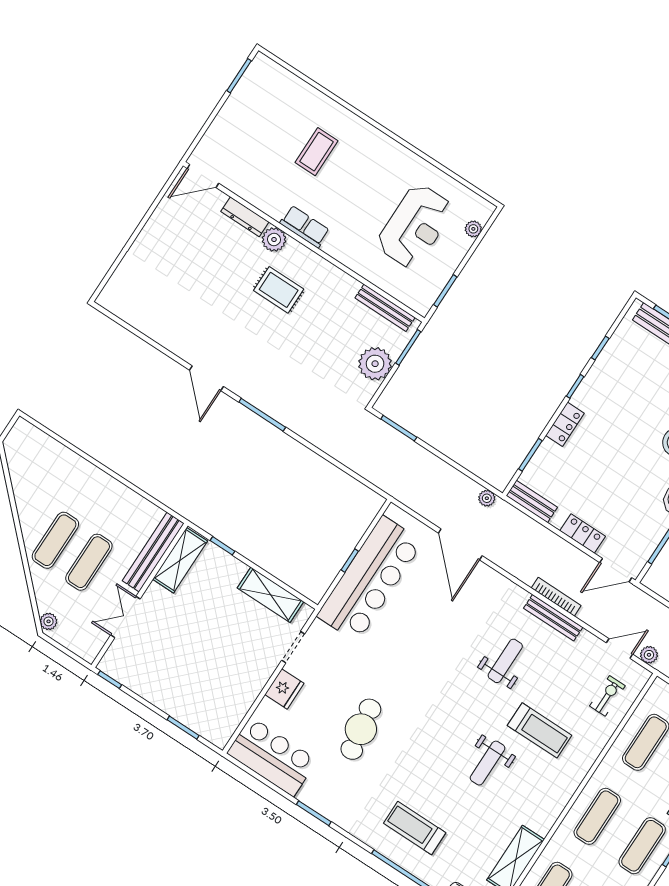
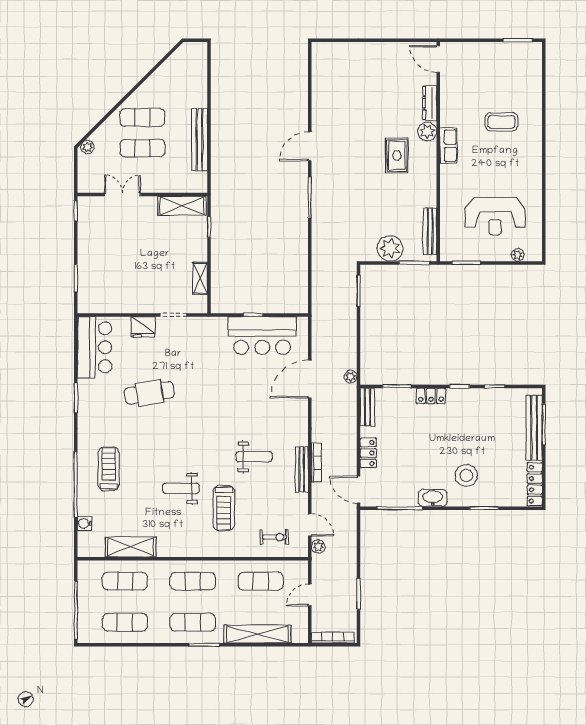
bench: (153, 552) -> (200, 140), moved, turned 90
bar counter: (370, 579) -> (262, 336), width x0.73
shelving: (270, 595) -> (200, 278), width x0.67, depth x0.75

